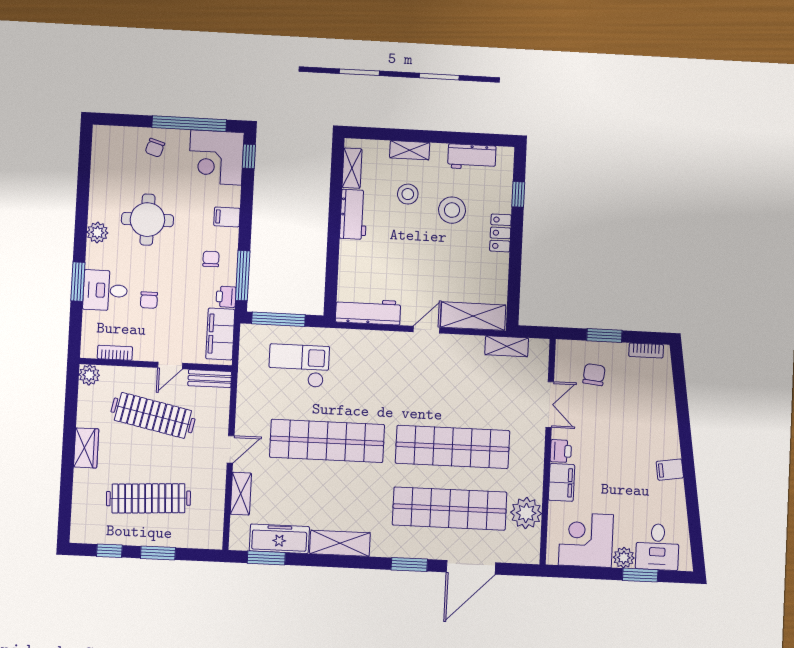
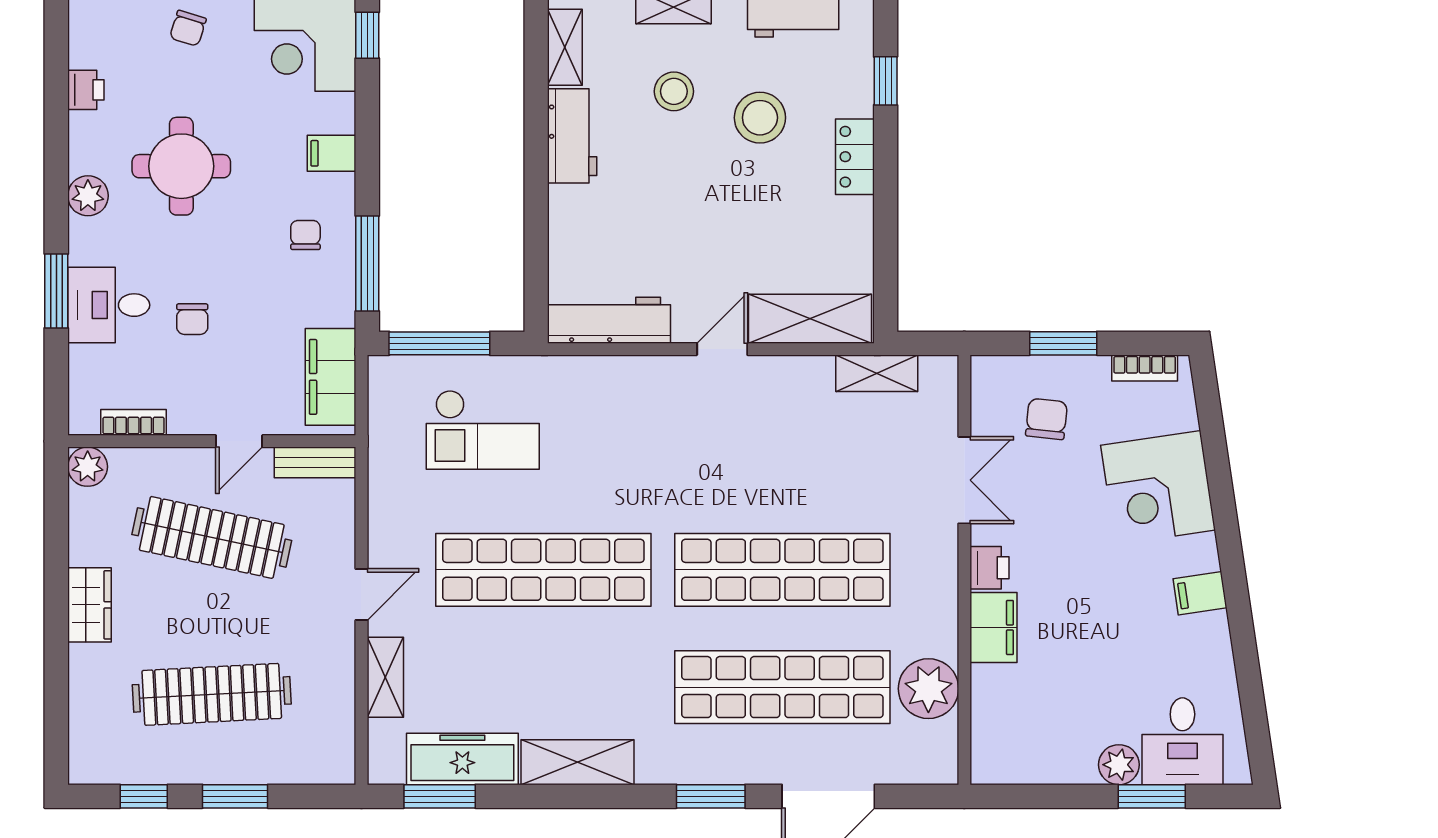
printer: (226, 297) -> (86, 90), moved, turned 180
checkout: (299, 366) -> (483, 430), turned 180
corner desk: (586, 540) -> (1158, 488), moved, turned -98

